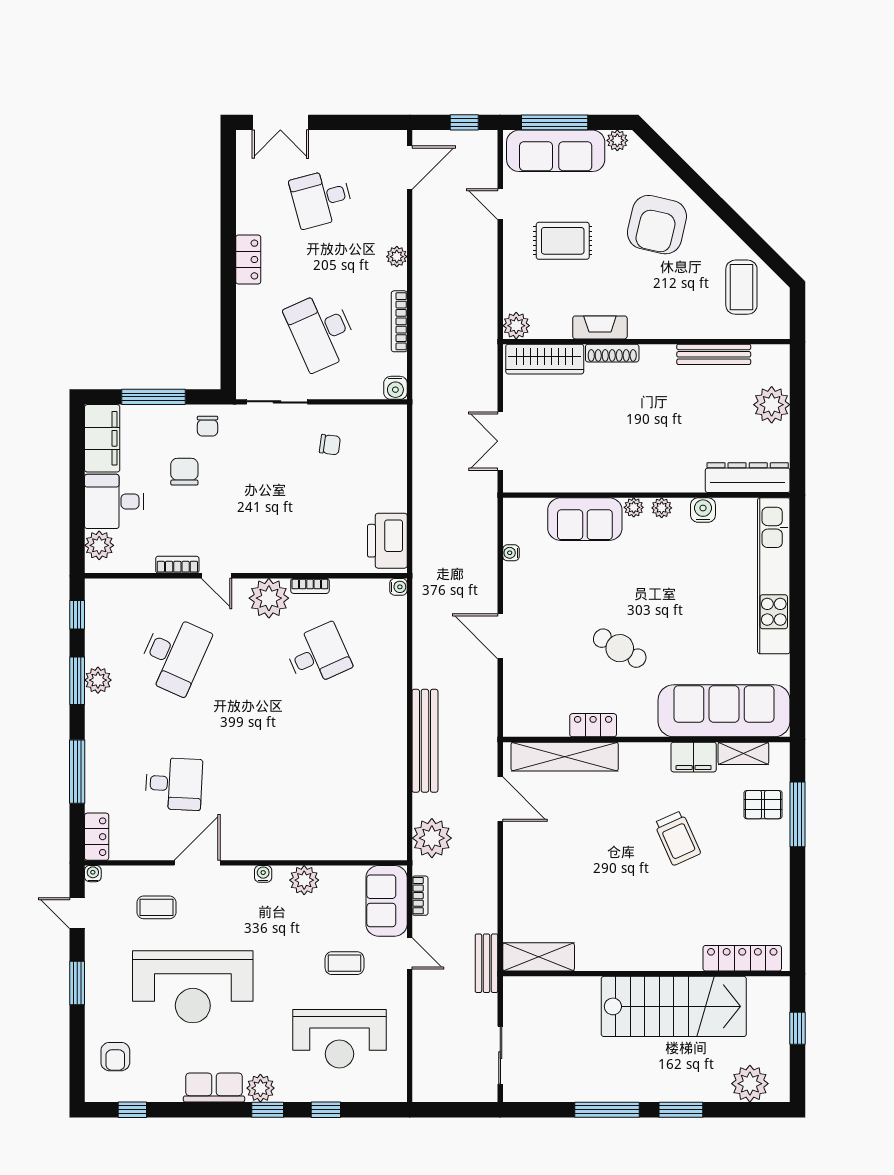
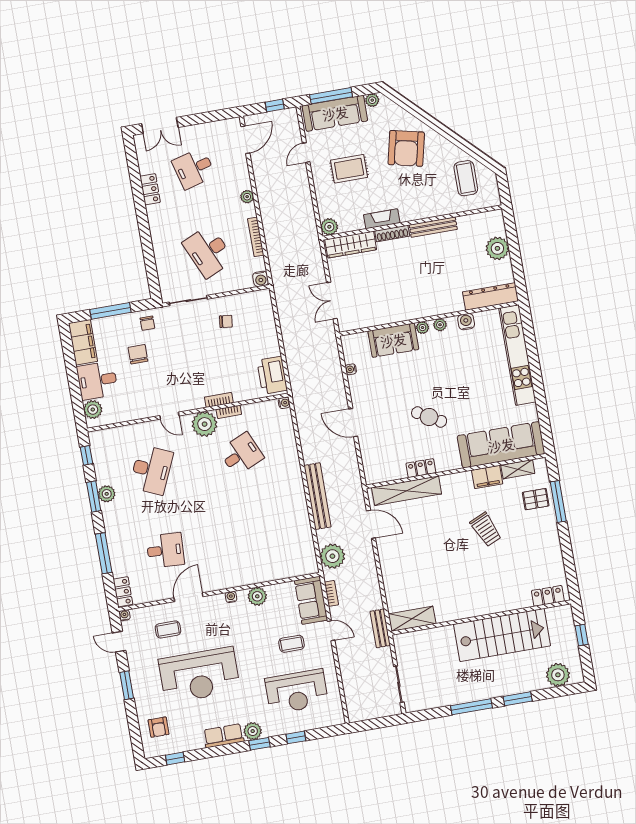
door: (500, 204) -> (306, 153), hinge flipped
locker: (248, 260) -> (150, 189), moved
bench: (714, 354) -> (433, 227), moved
bookcase: (177, 565) -> (219, 400), moved
locker: (742, 958) -> (548, 596), width x0.66

